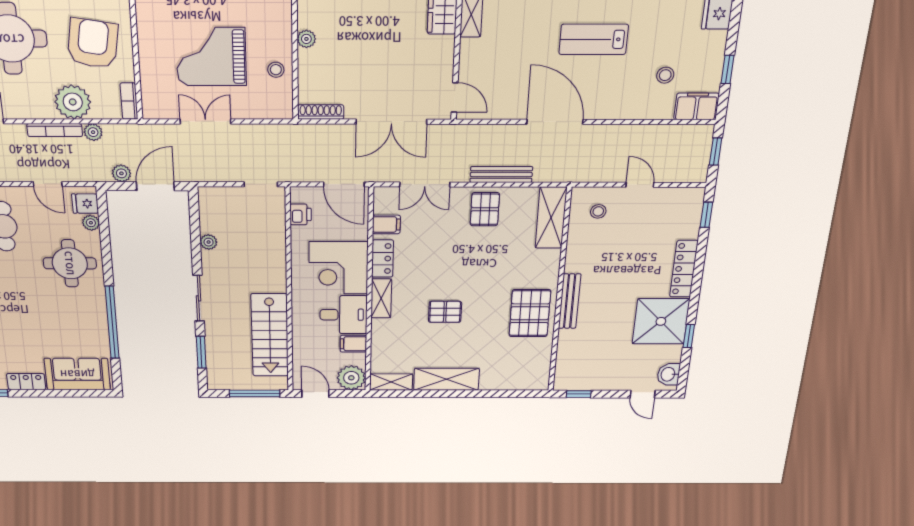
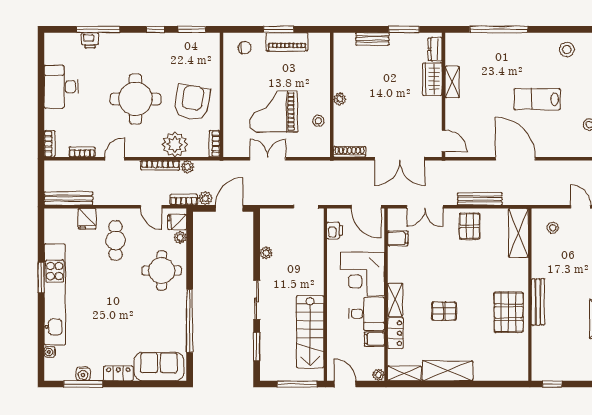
bookcase: (92, 175) -> (184, 200), added
locker: (383, 259) -> (395, 333), moved
plant: (351, 378) -> (378, 375), width x0.53, depth x0.53

